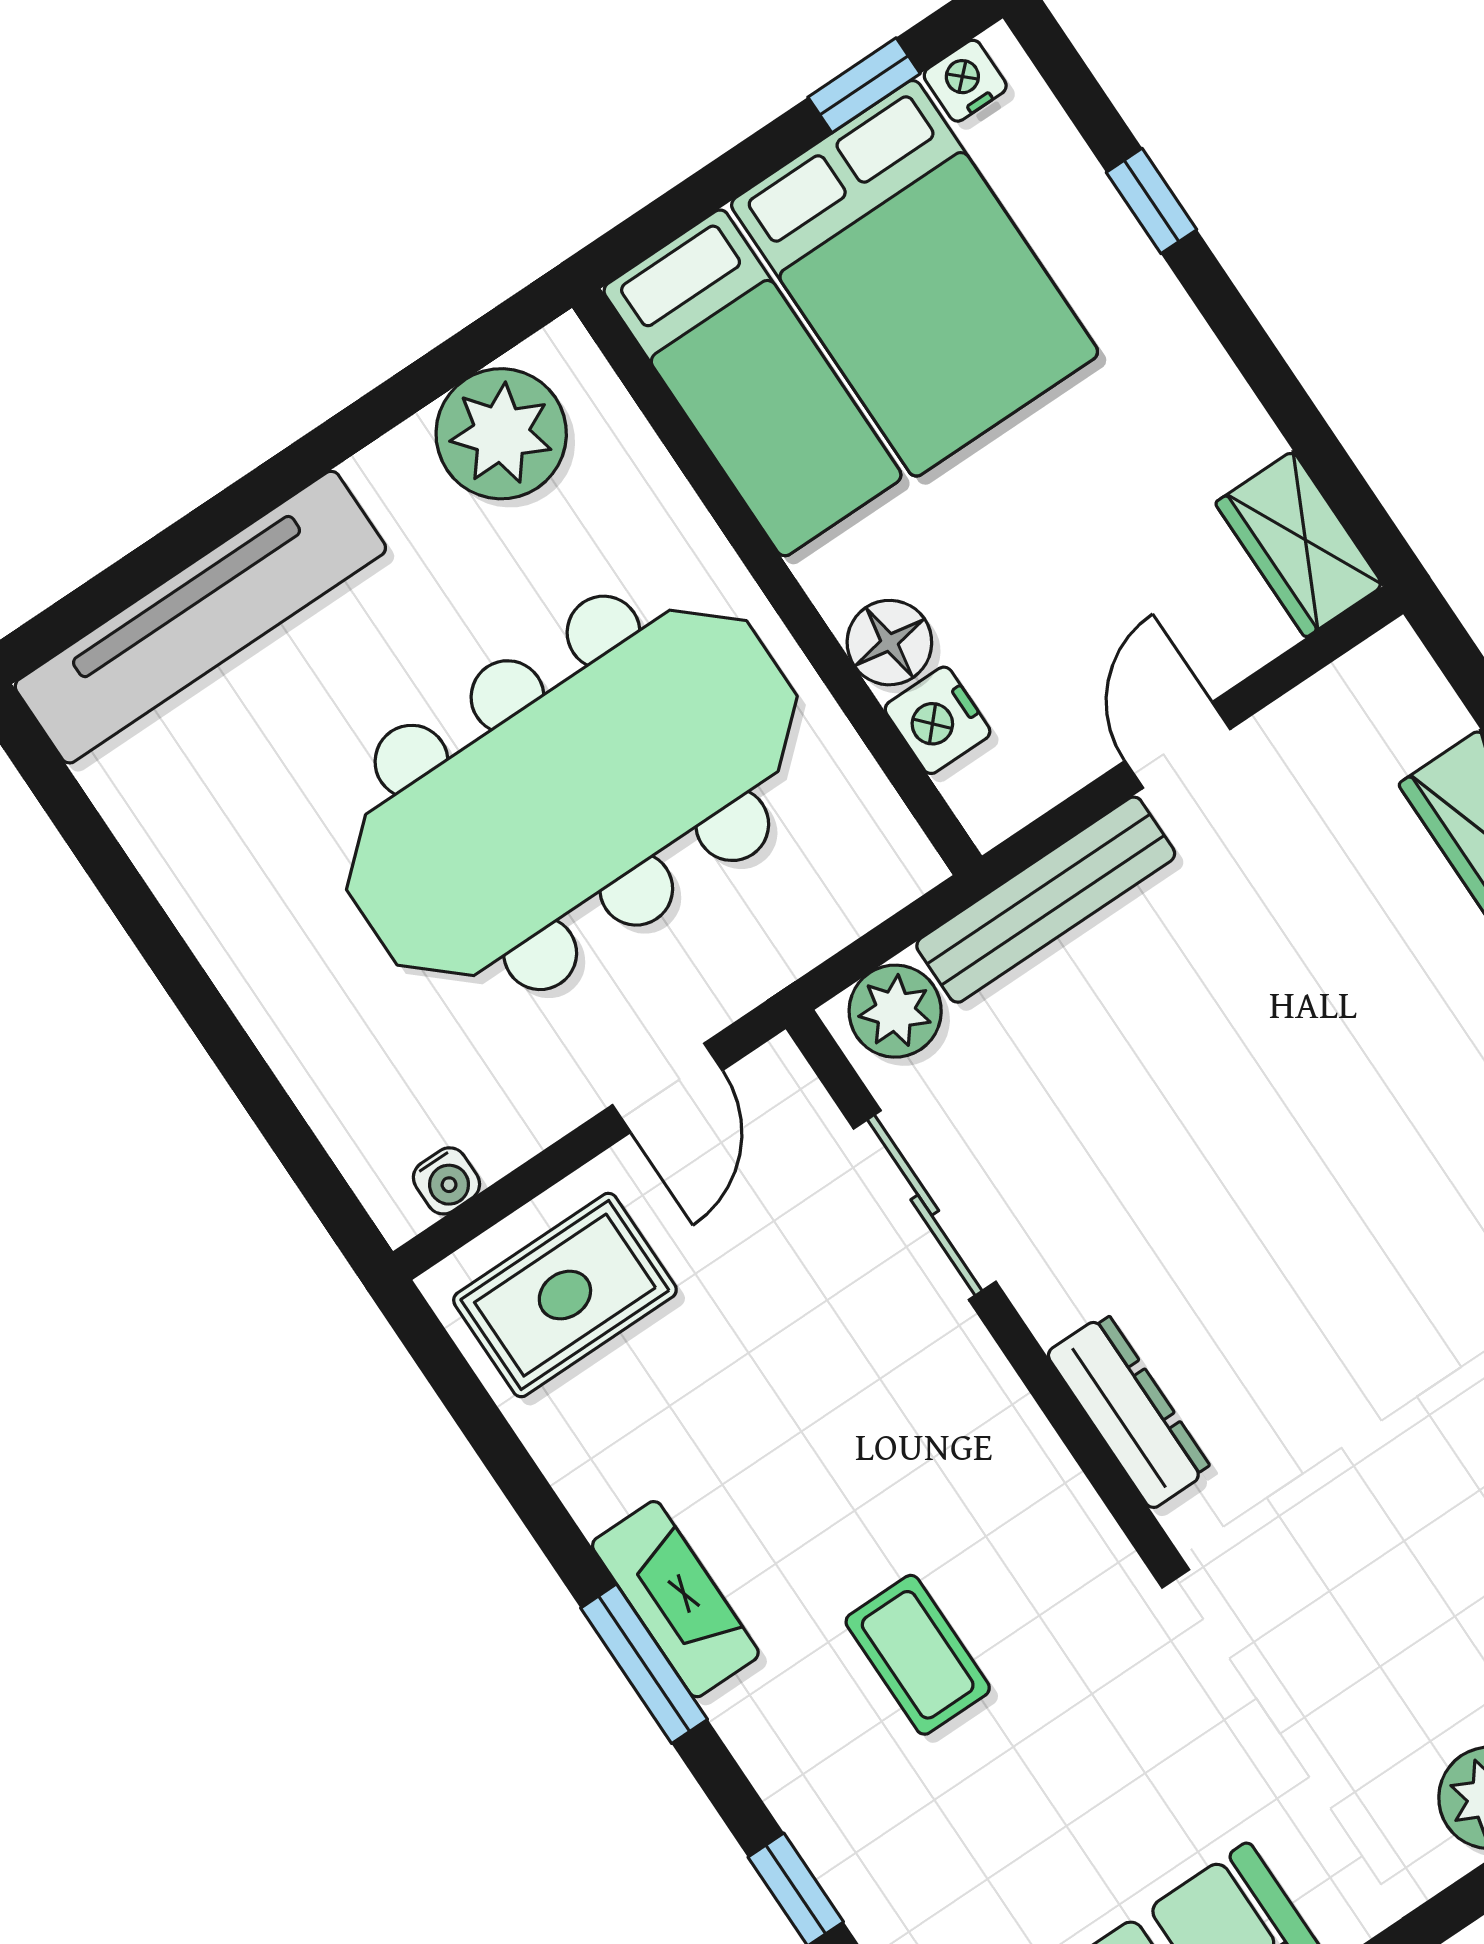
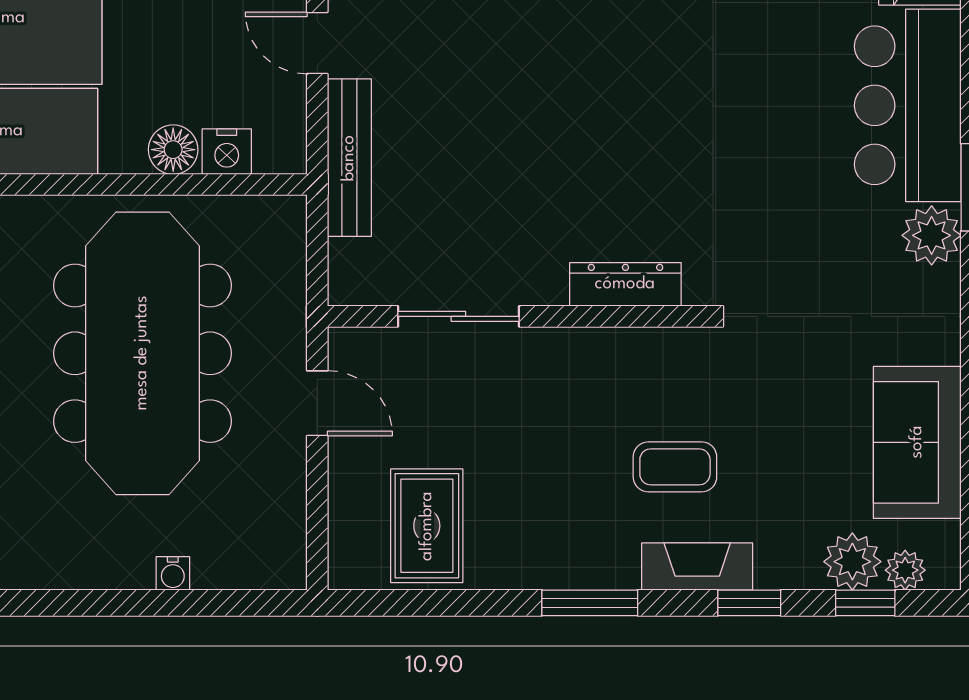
plant: (895, 1011) -> (354, 267), removed
water cooler: (446, 1181) -> (173, 573), moved, turned 90
rug: (565, 1295) -> (427, 526), moved
fireplace: (675, 1599) -> (697, 567), moved

